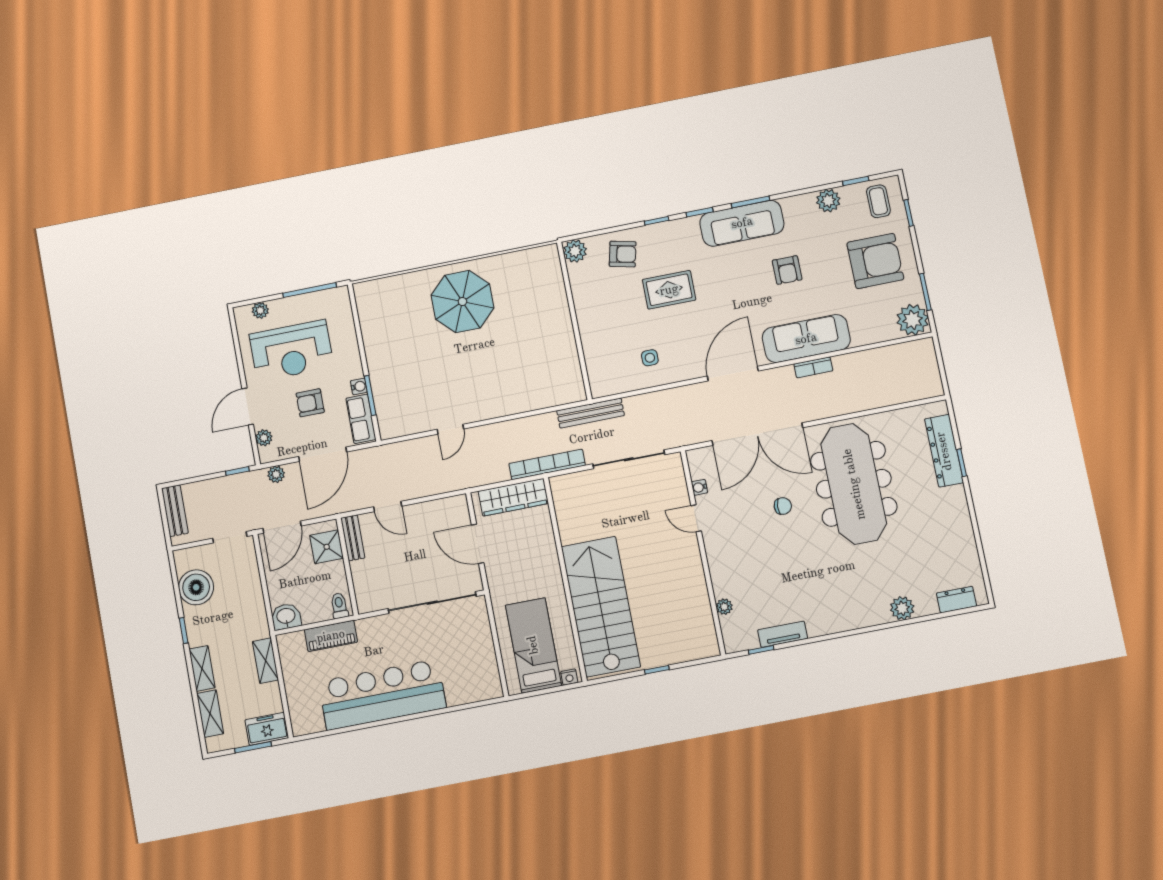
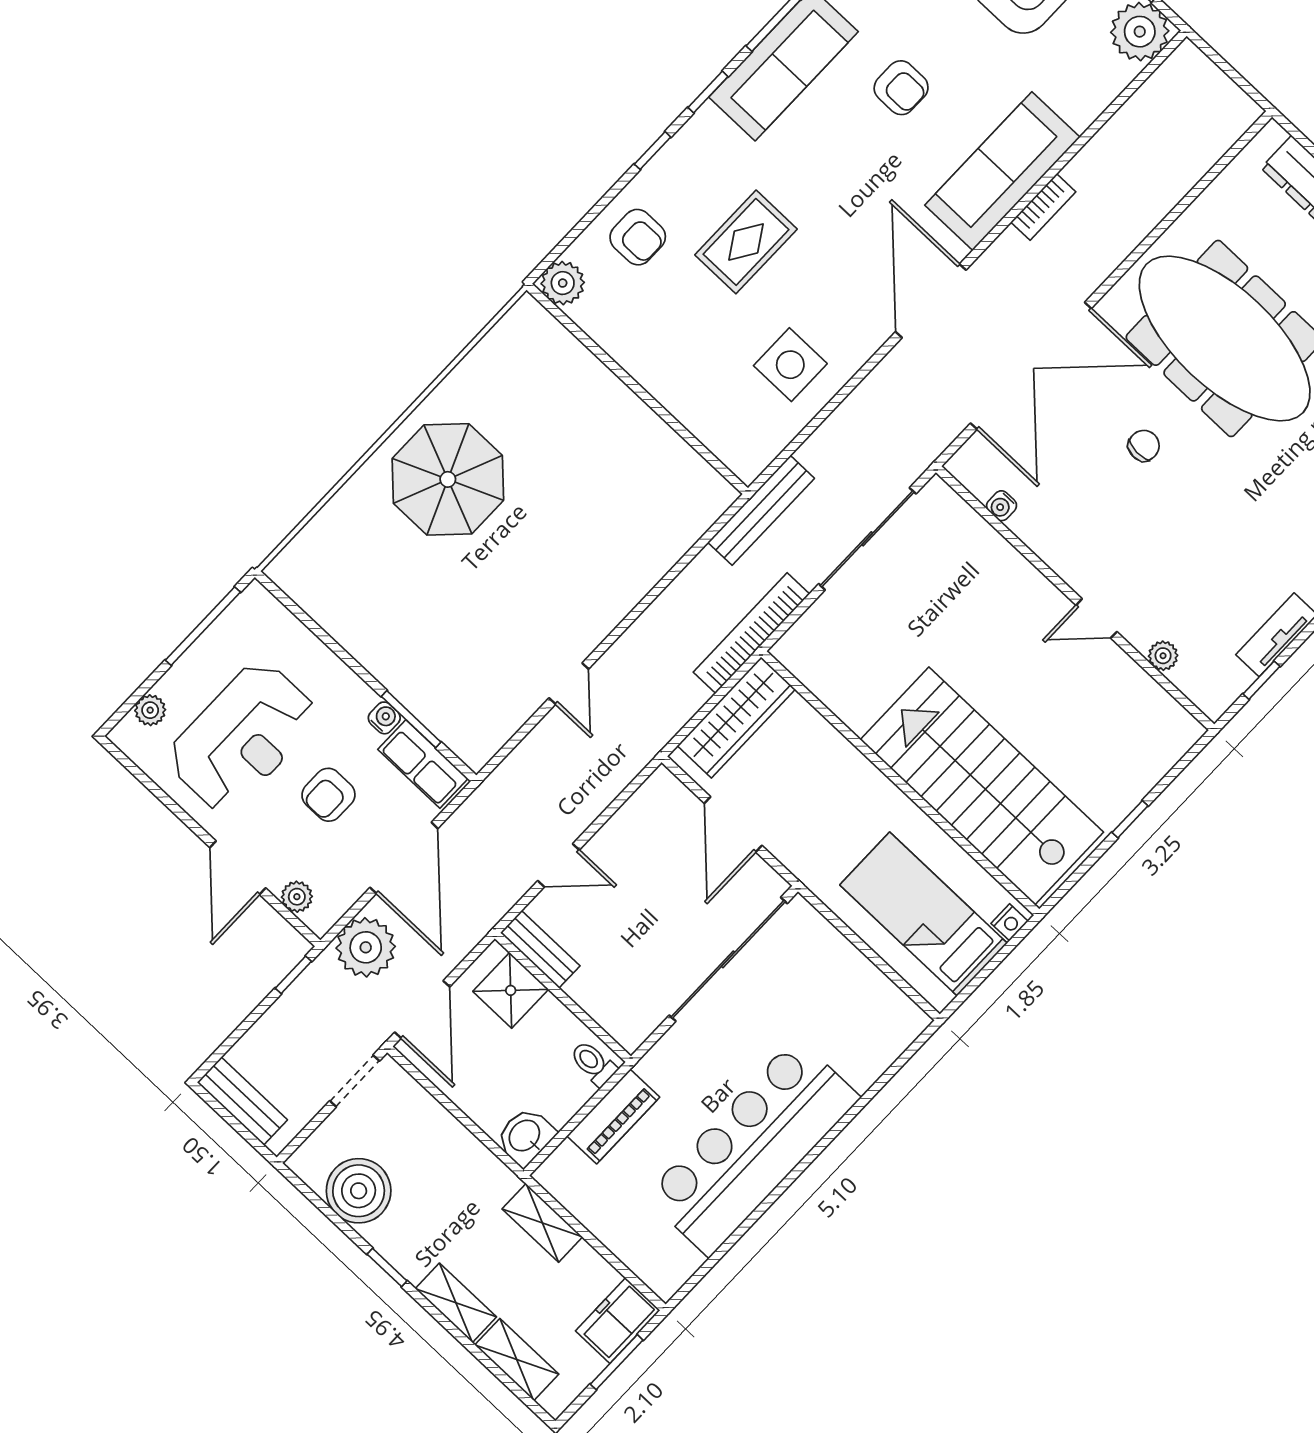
armchair: (623, 254) -> (638, 237), turned 77
side table: (650, 358) -> (790, 365), width x1.87, depth x1.87
plant: (276, 474) -> (366, 947), width x1.87, depth x1.87
door: (696, 518) -> (1096, 618), moved
door: (478, 544) -> (733, 824), hinge flipped

